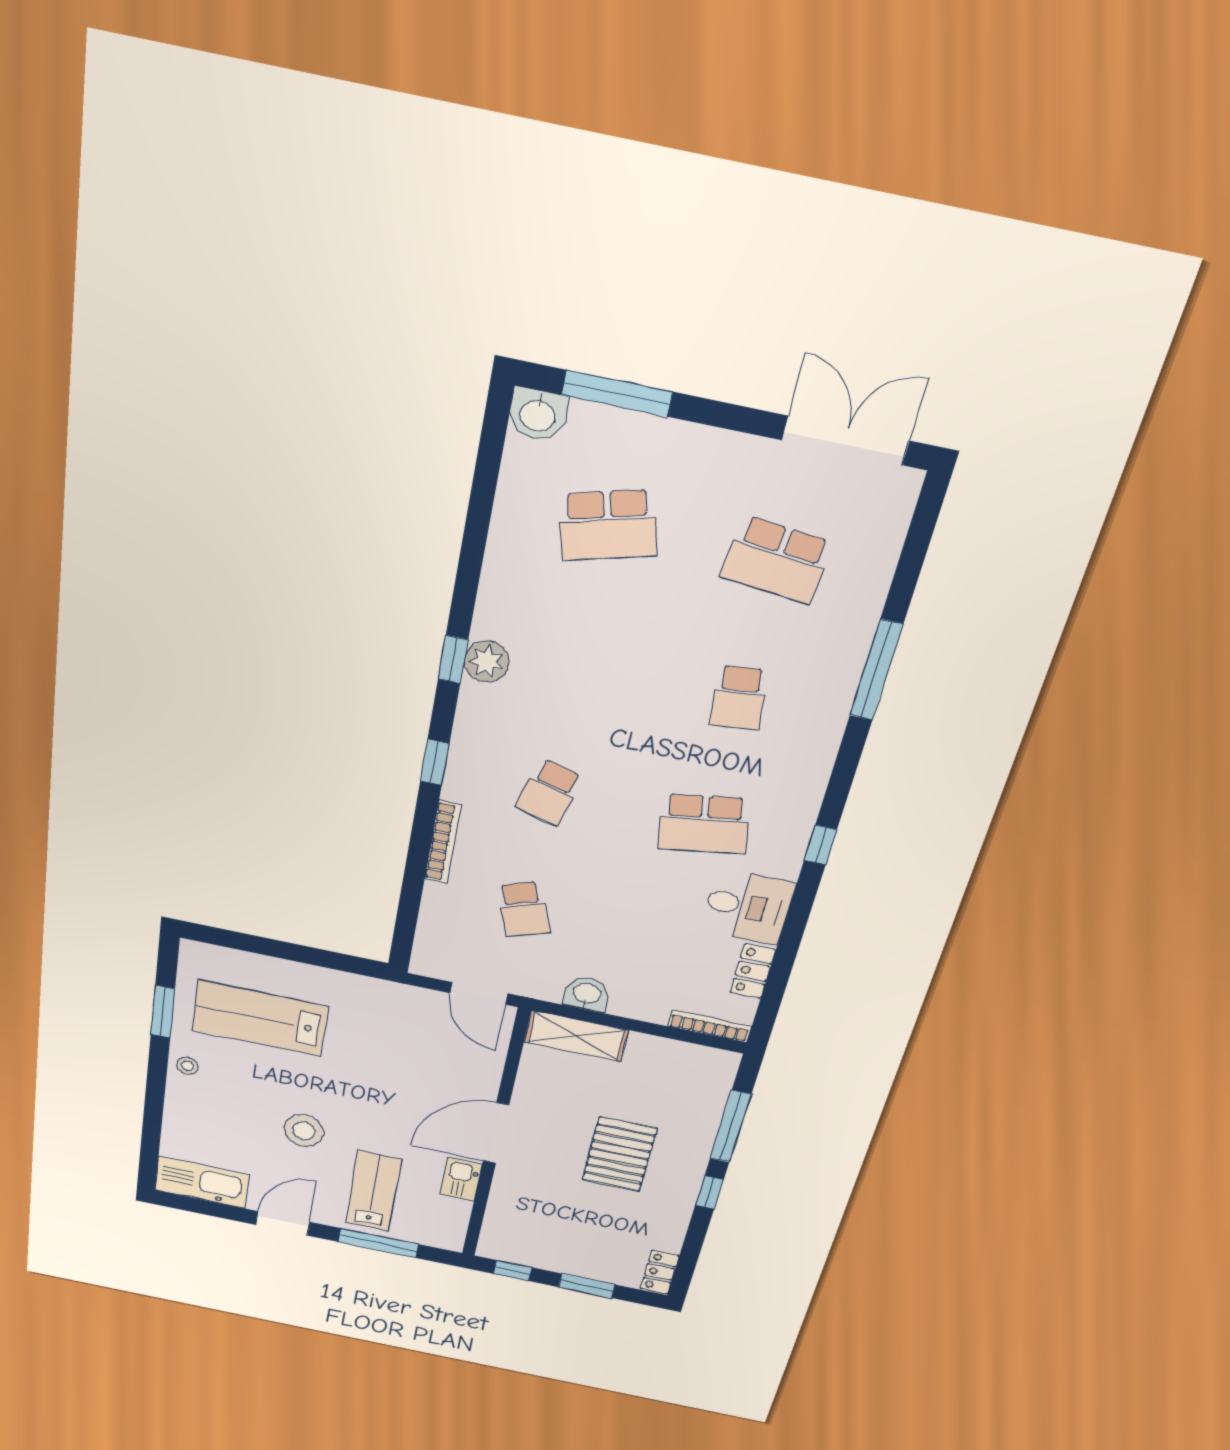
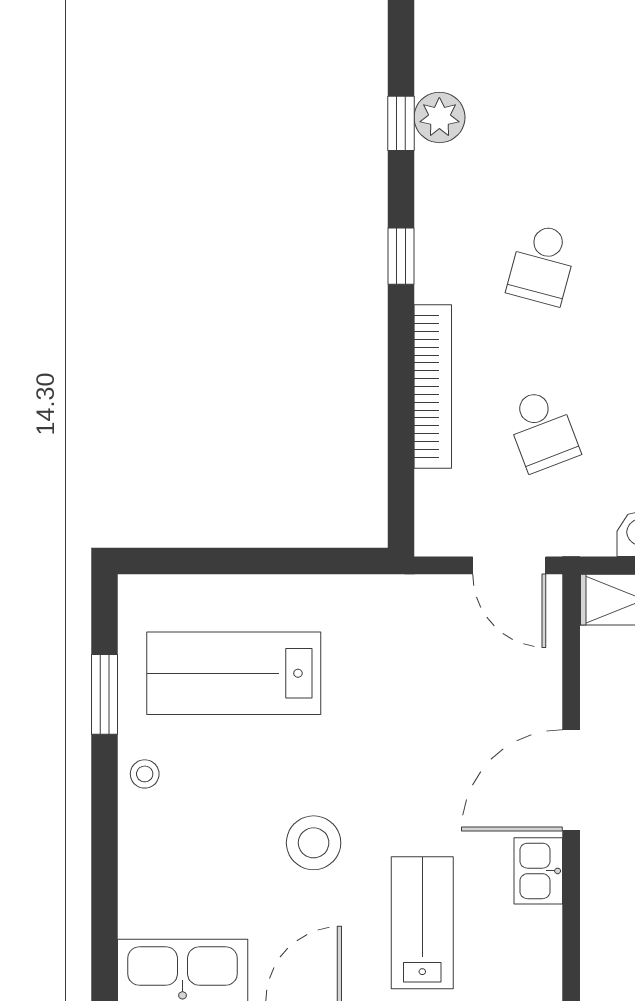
bookcase: (443, 842) -> (433, 386), width x1.48, depth x1.31

